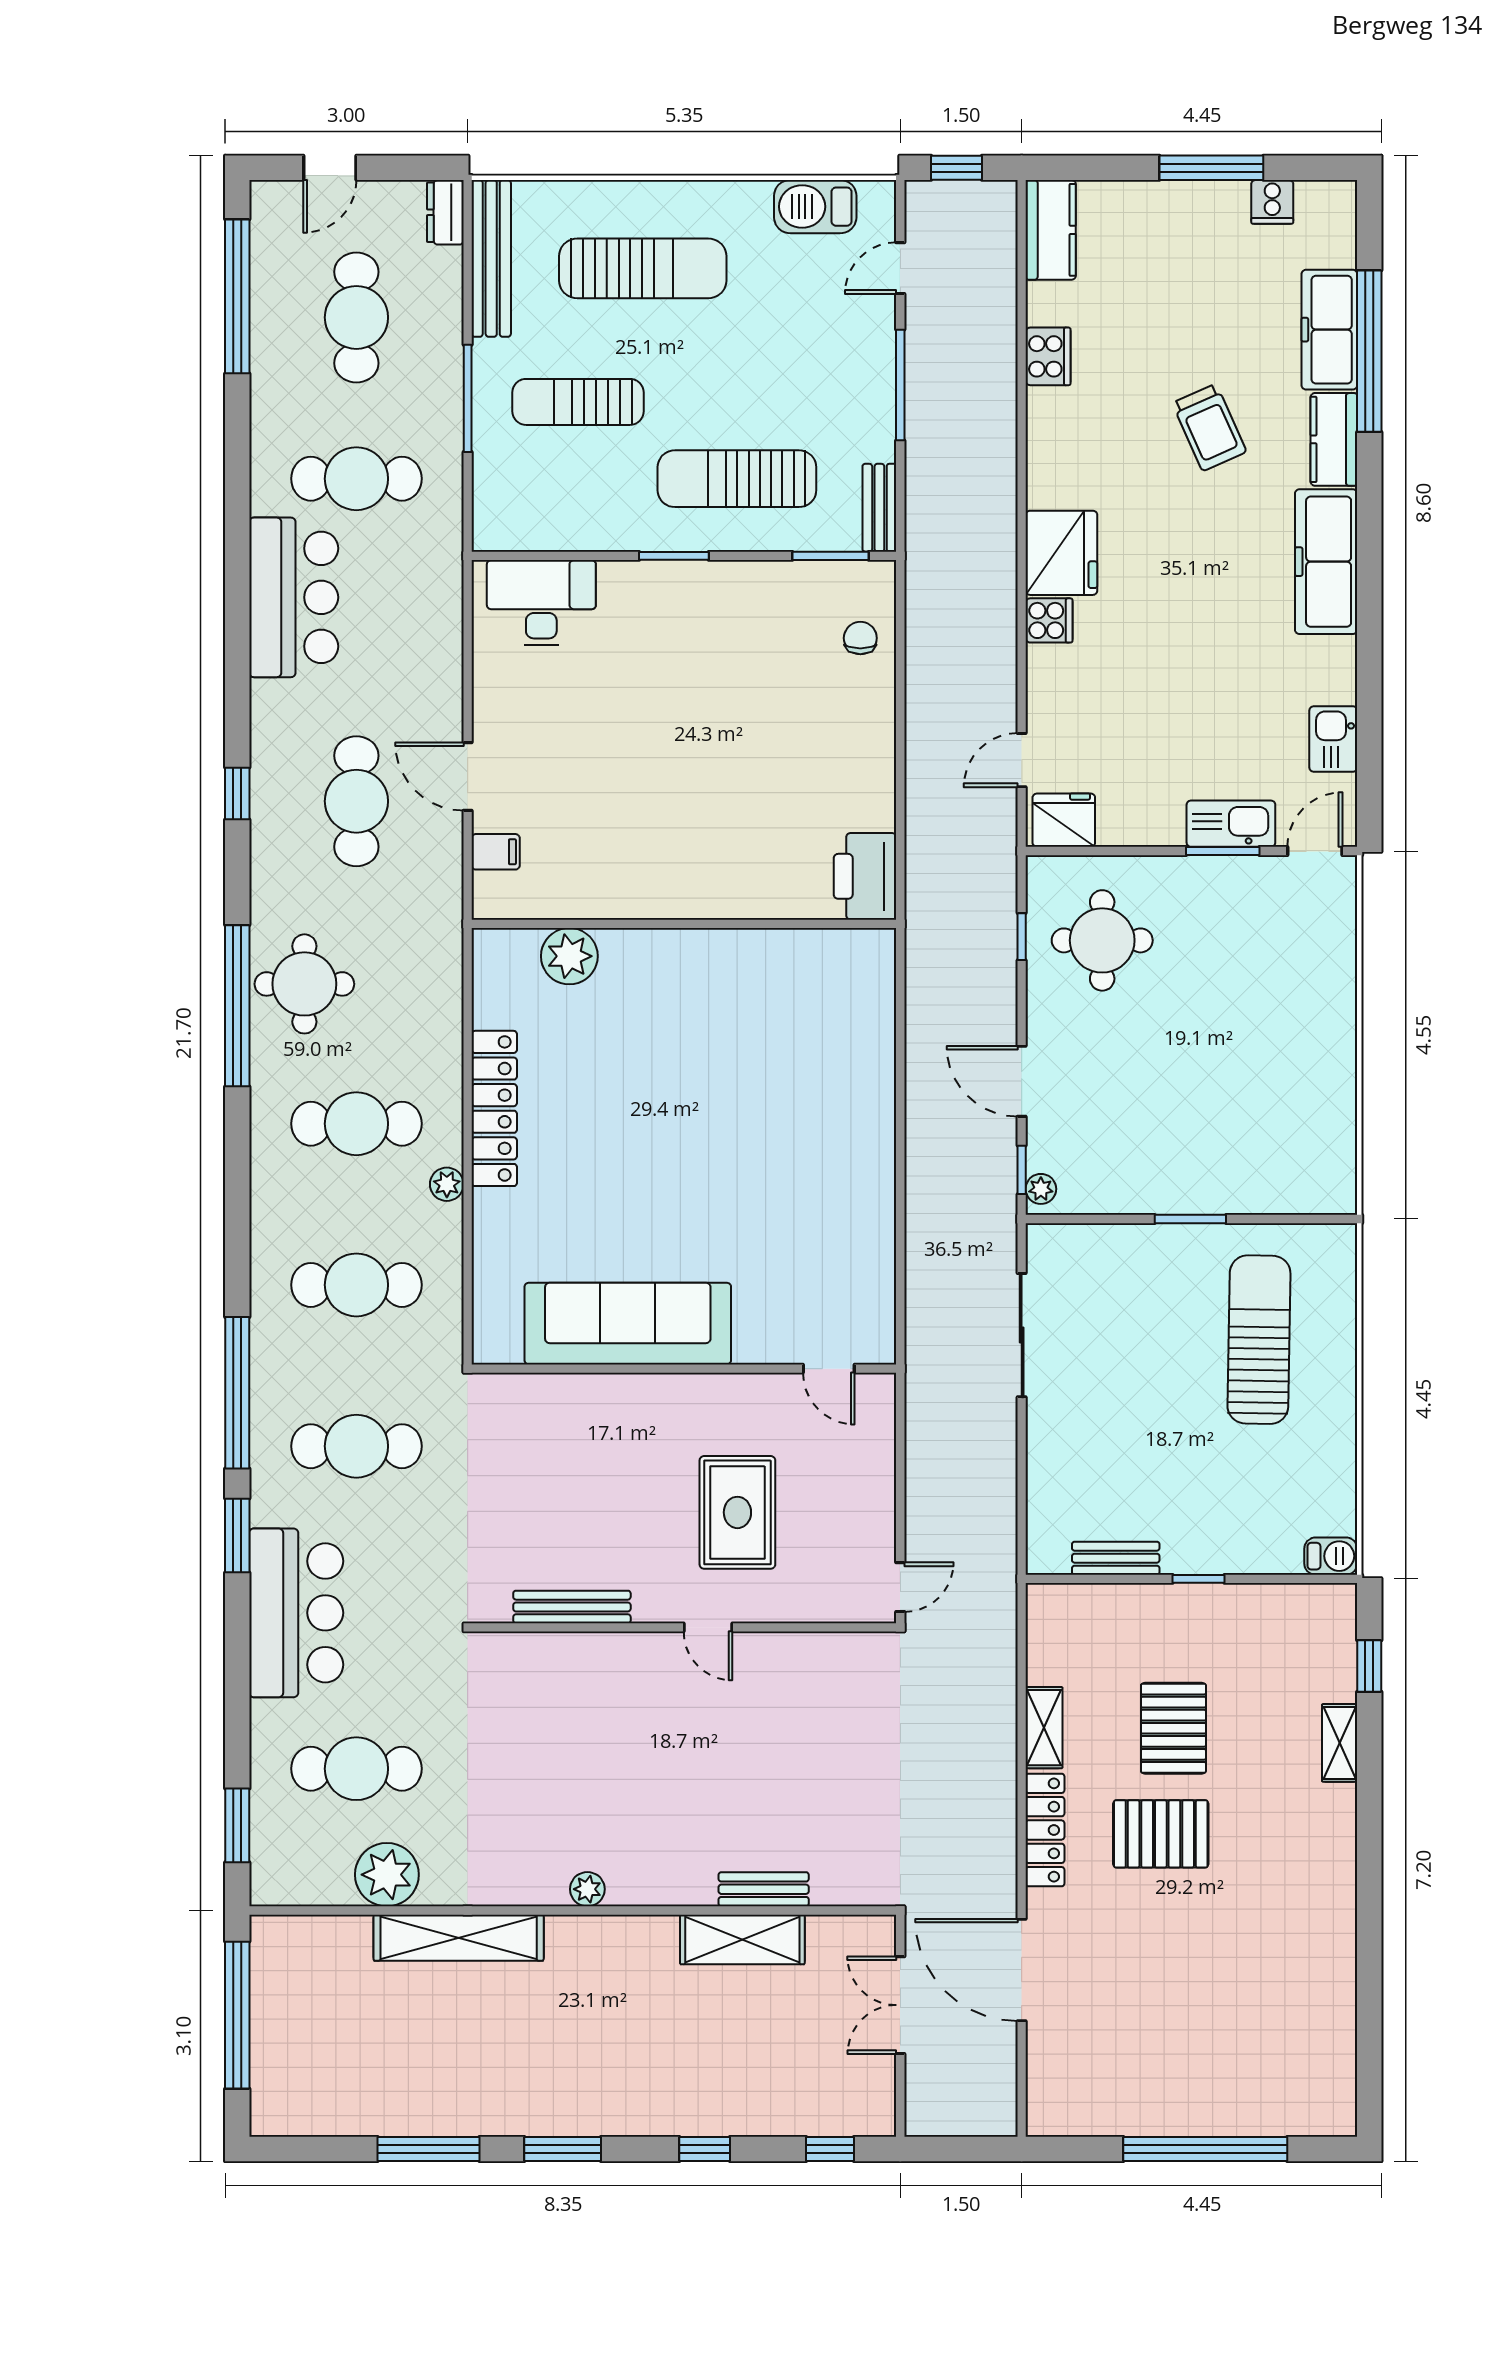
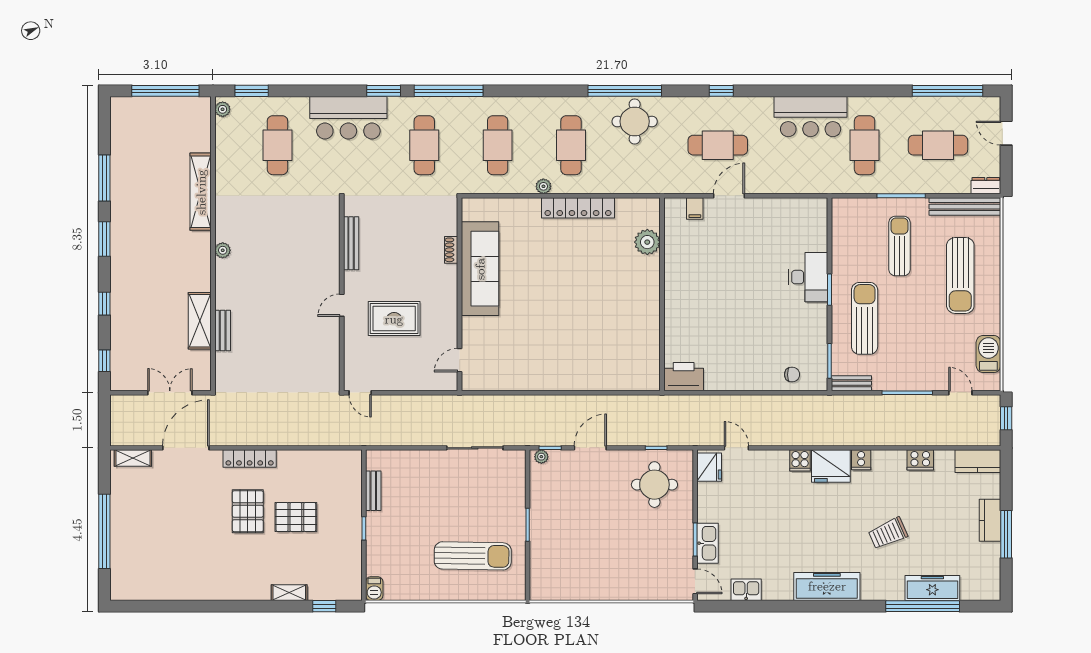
cooker: (1272, 202) -> (861, 460), moved, turned -90
kitchen counter: (1334, 439) -> (990, 520), moved, turned -90
desk: (541, 603) -> (808, 277), moved
shoe rack: (586, 1387) -> (451, 250), added
shelving: (1044, 1728) -> (133, 458), moved
plant: (387, 1875) -> (223, 109), moved, width x0.53, depth x0.53

